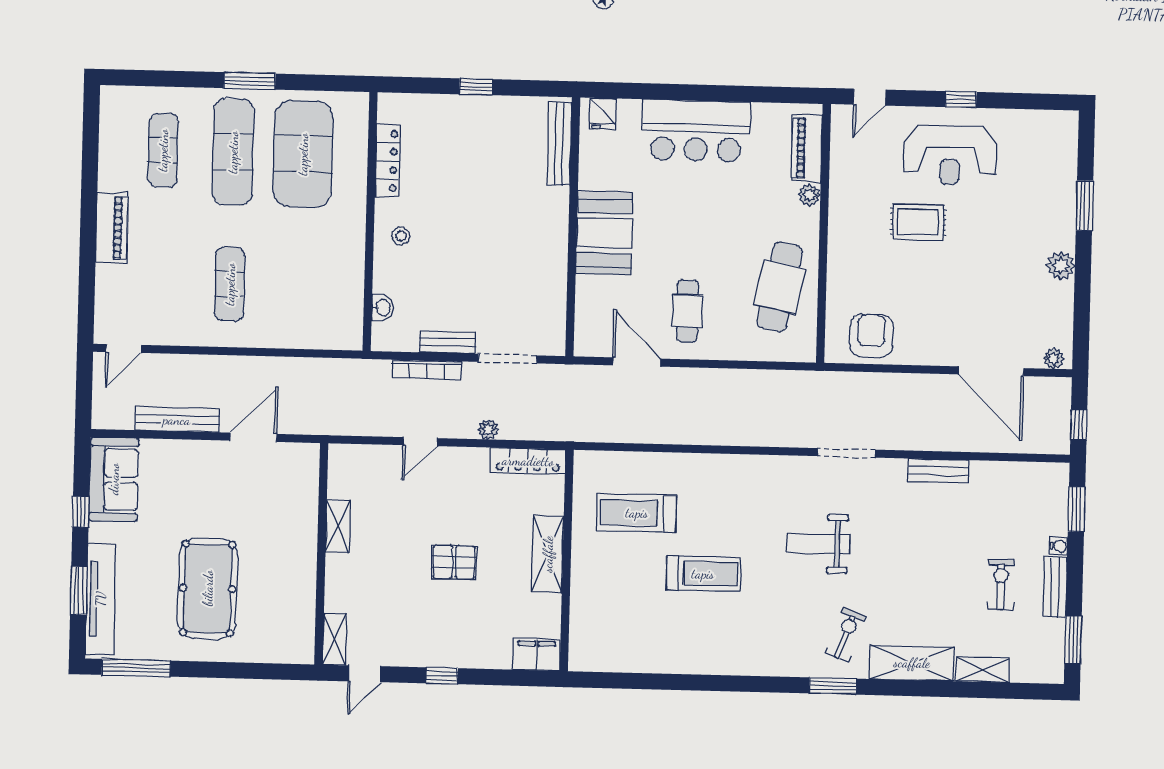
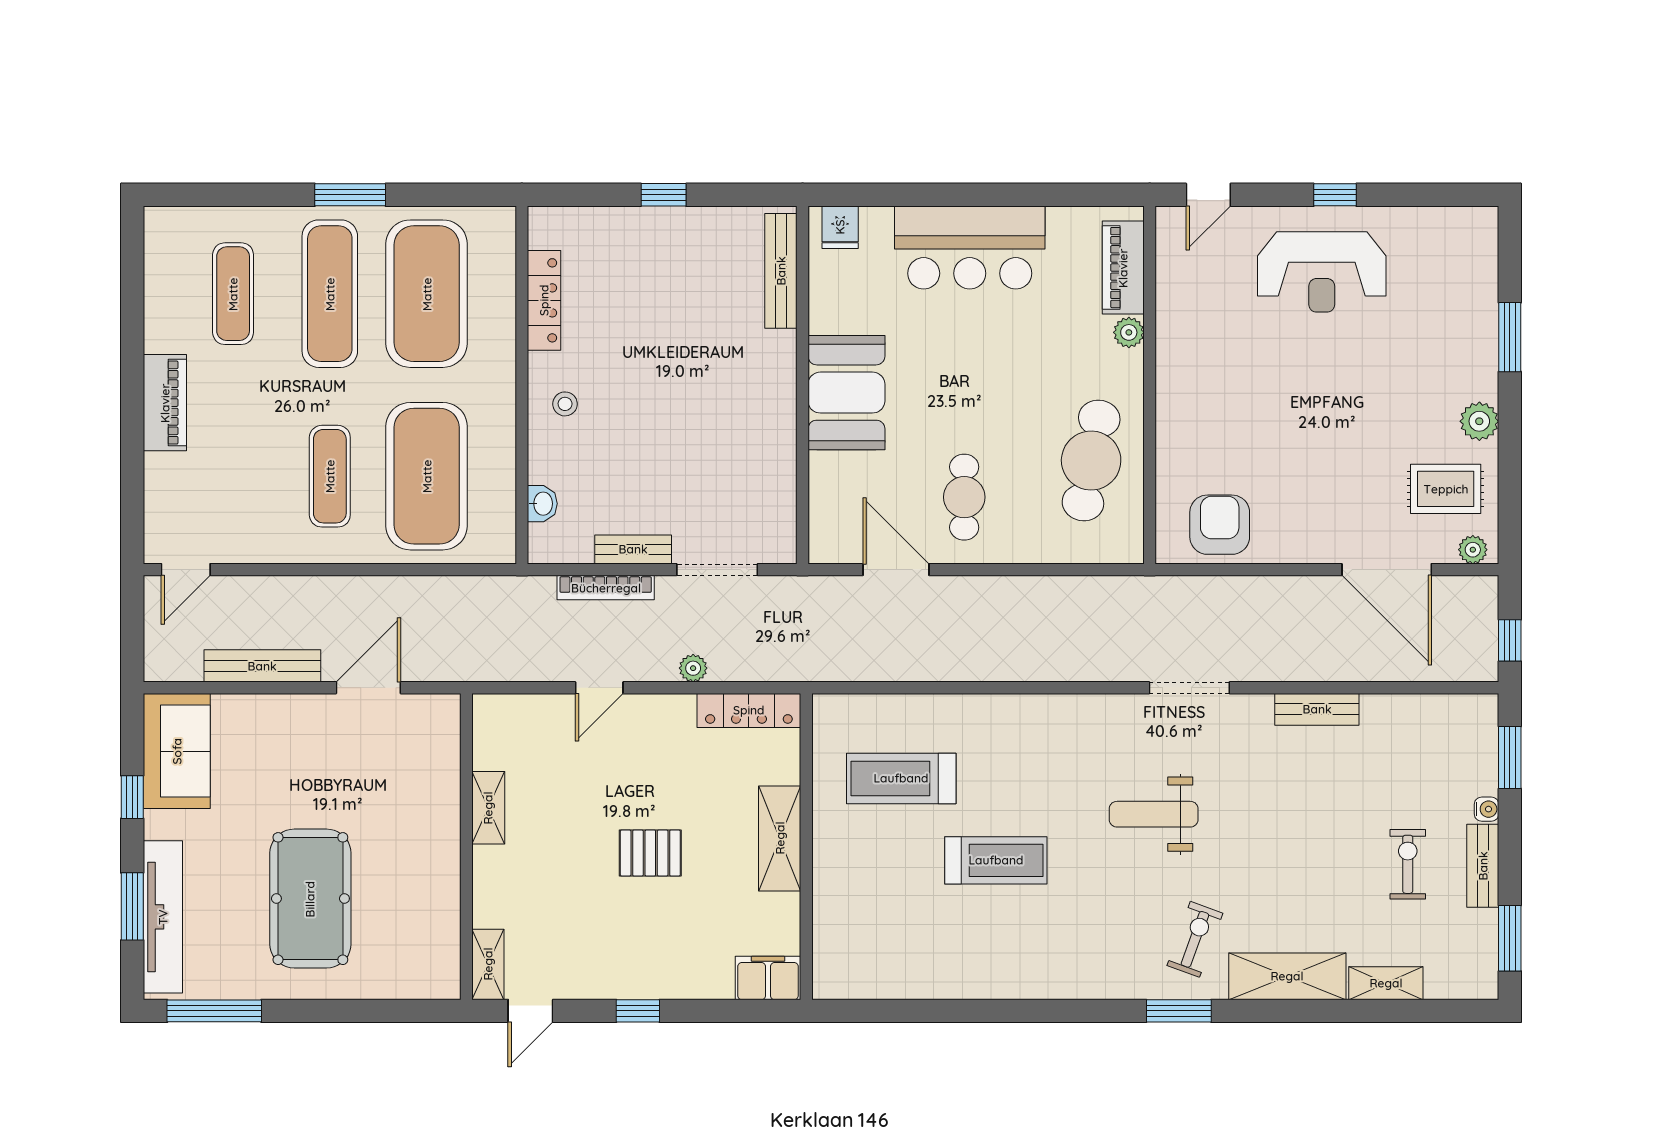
rug: (918, 222) -> (1446, 489), moved
exercise mat: (299, 286) -> (427, 476), added

